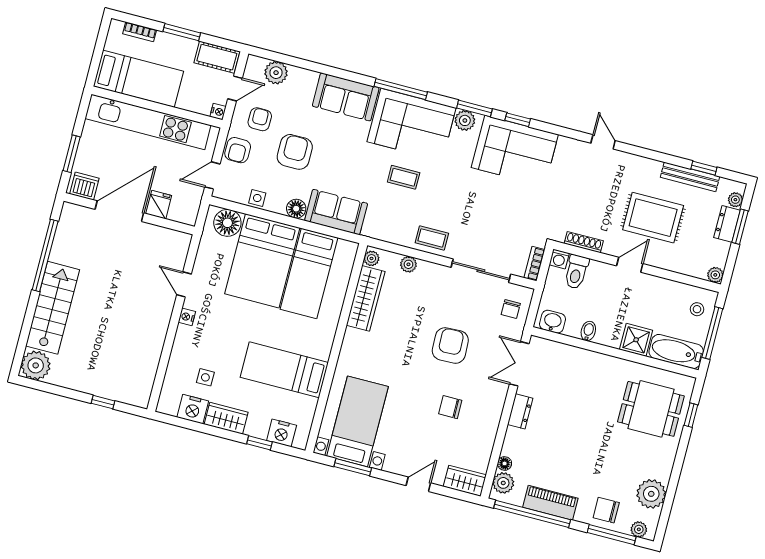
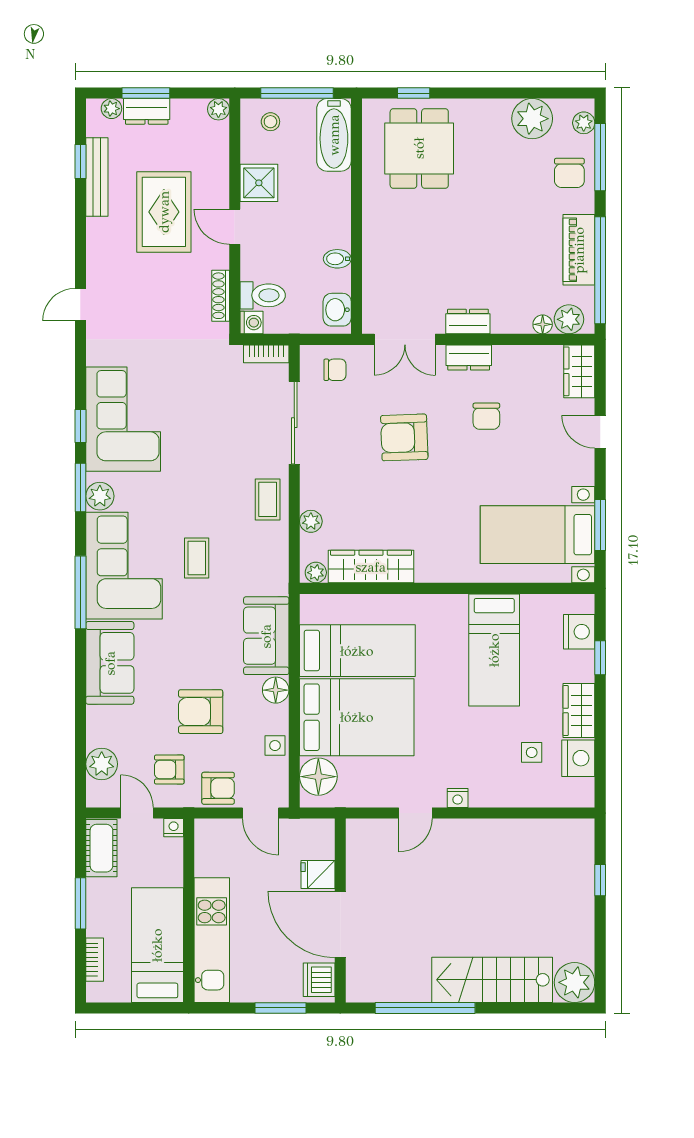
kitchen unit: (148, 122) -> (212, 940), width x0.73
shower: (636, 340) -> (259, 183), moved
dresser: (495, 405) -> (469, 357), added

